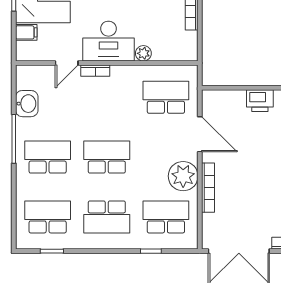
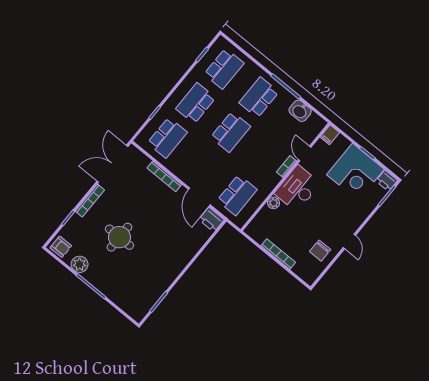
filing cabinet: (26, 32) -> (330, 135), moved
printer: (260, 101) -> (211, 220), moved, turned -90
door: (200, 134) -> (199, 197), hinge flipped
school desk: (48, 157) -> (259, 97), turned 180
plant: (183, 176) -> (183, 167), removed

